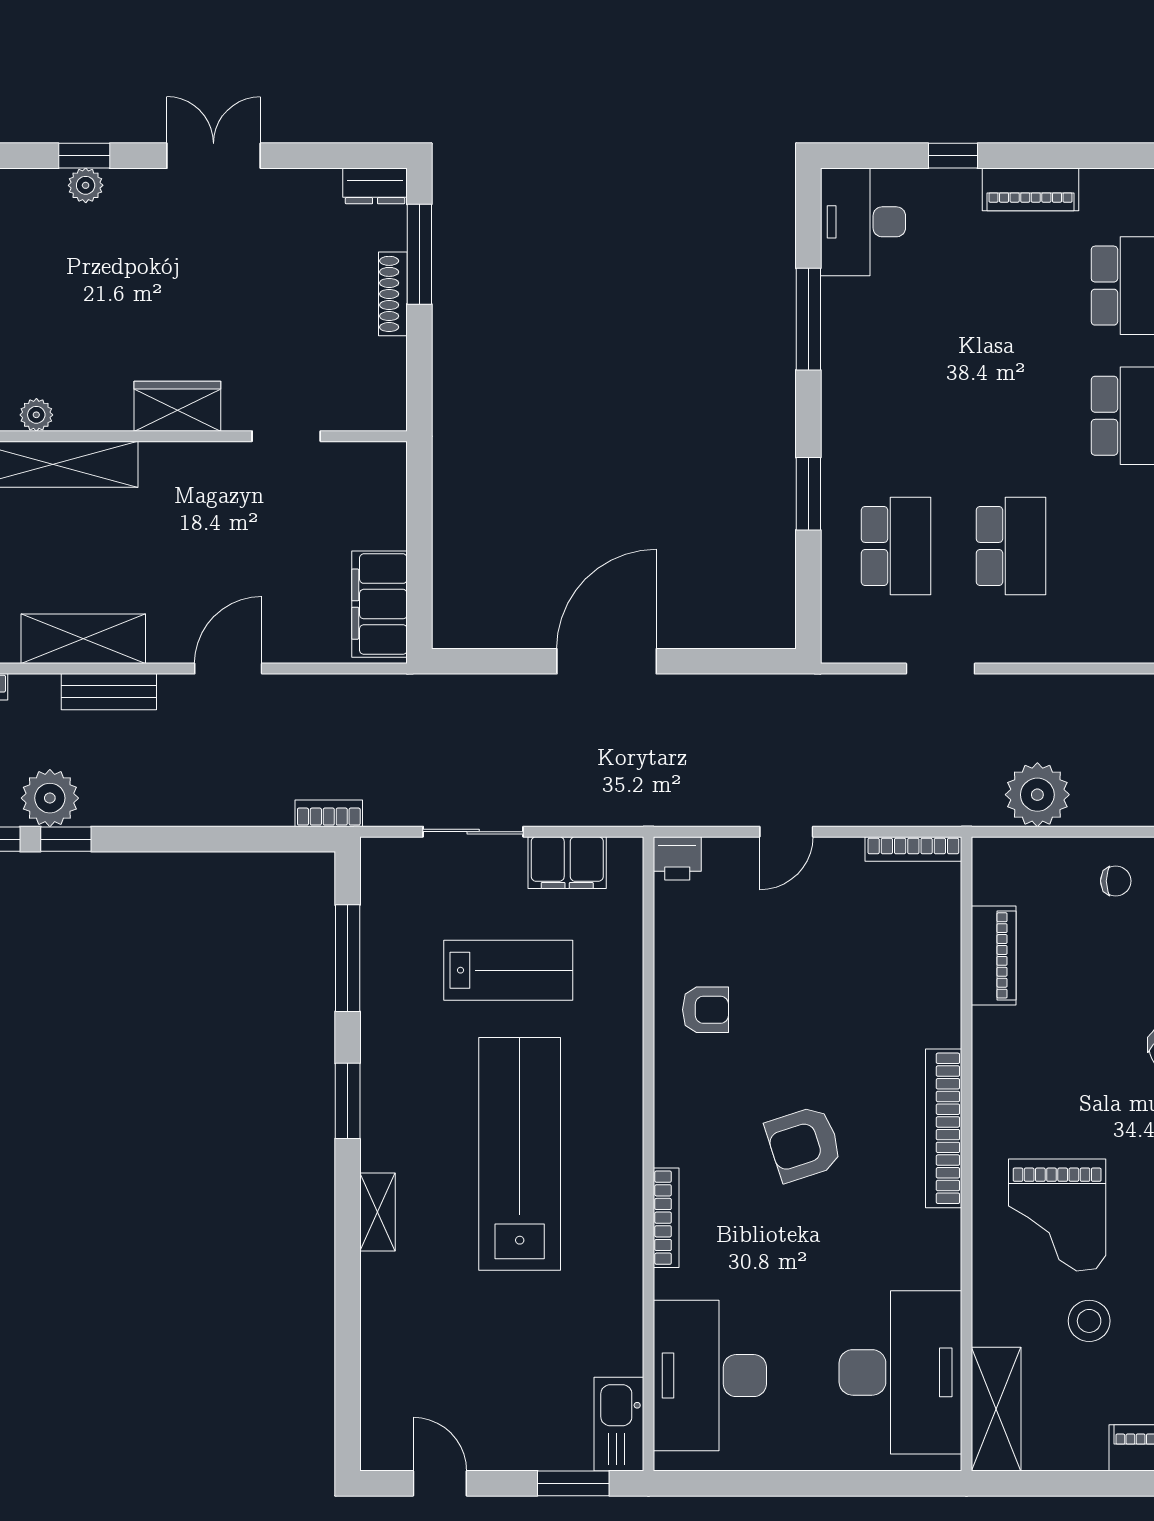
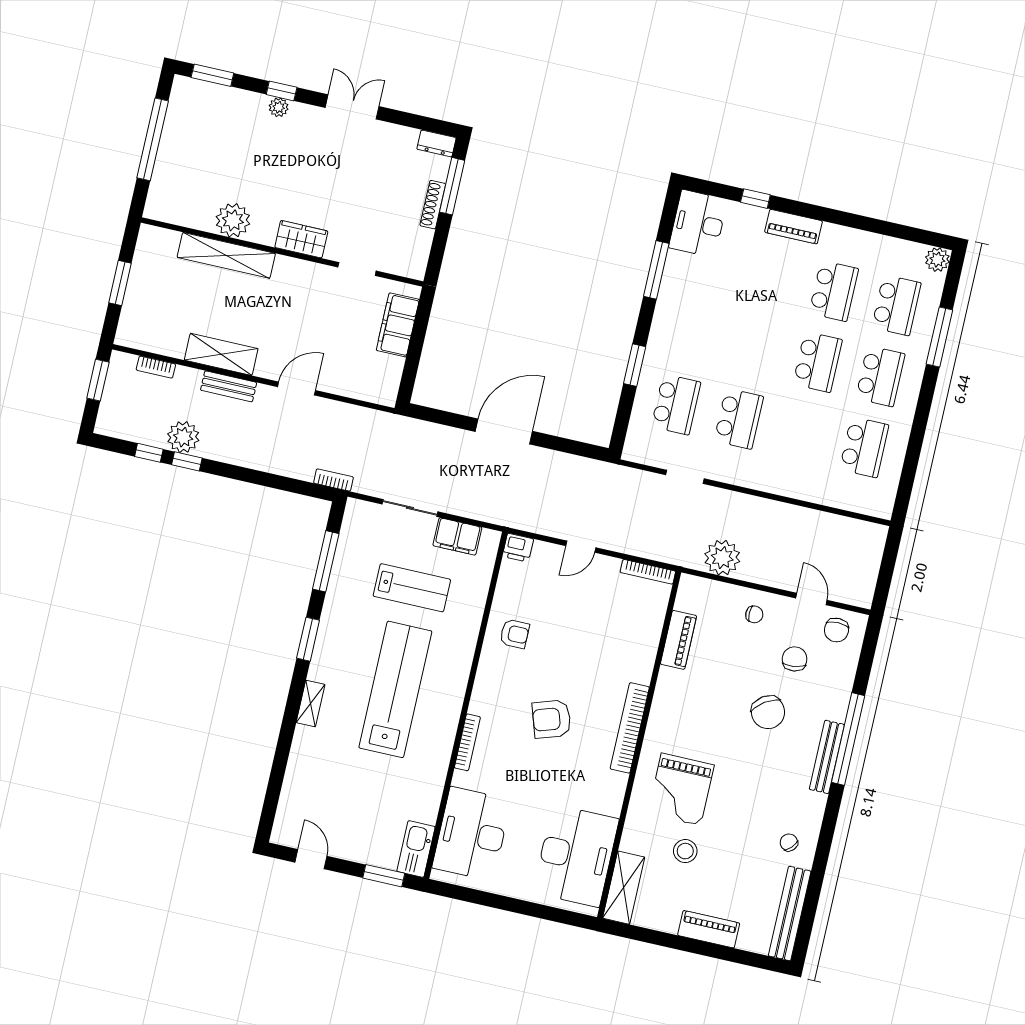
plant: (36, 415) -> (233, 220), width x1.88, depth x1.88
filing cabinet: (380, 604) -> (398, 325), moved

